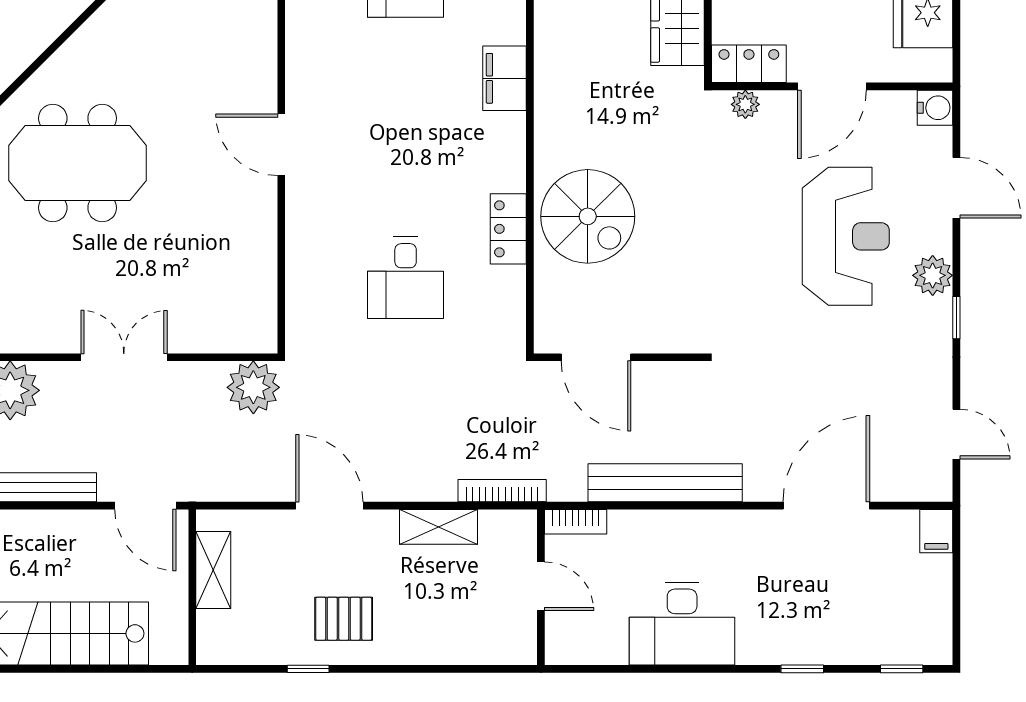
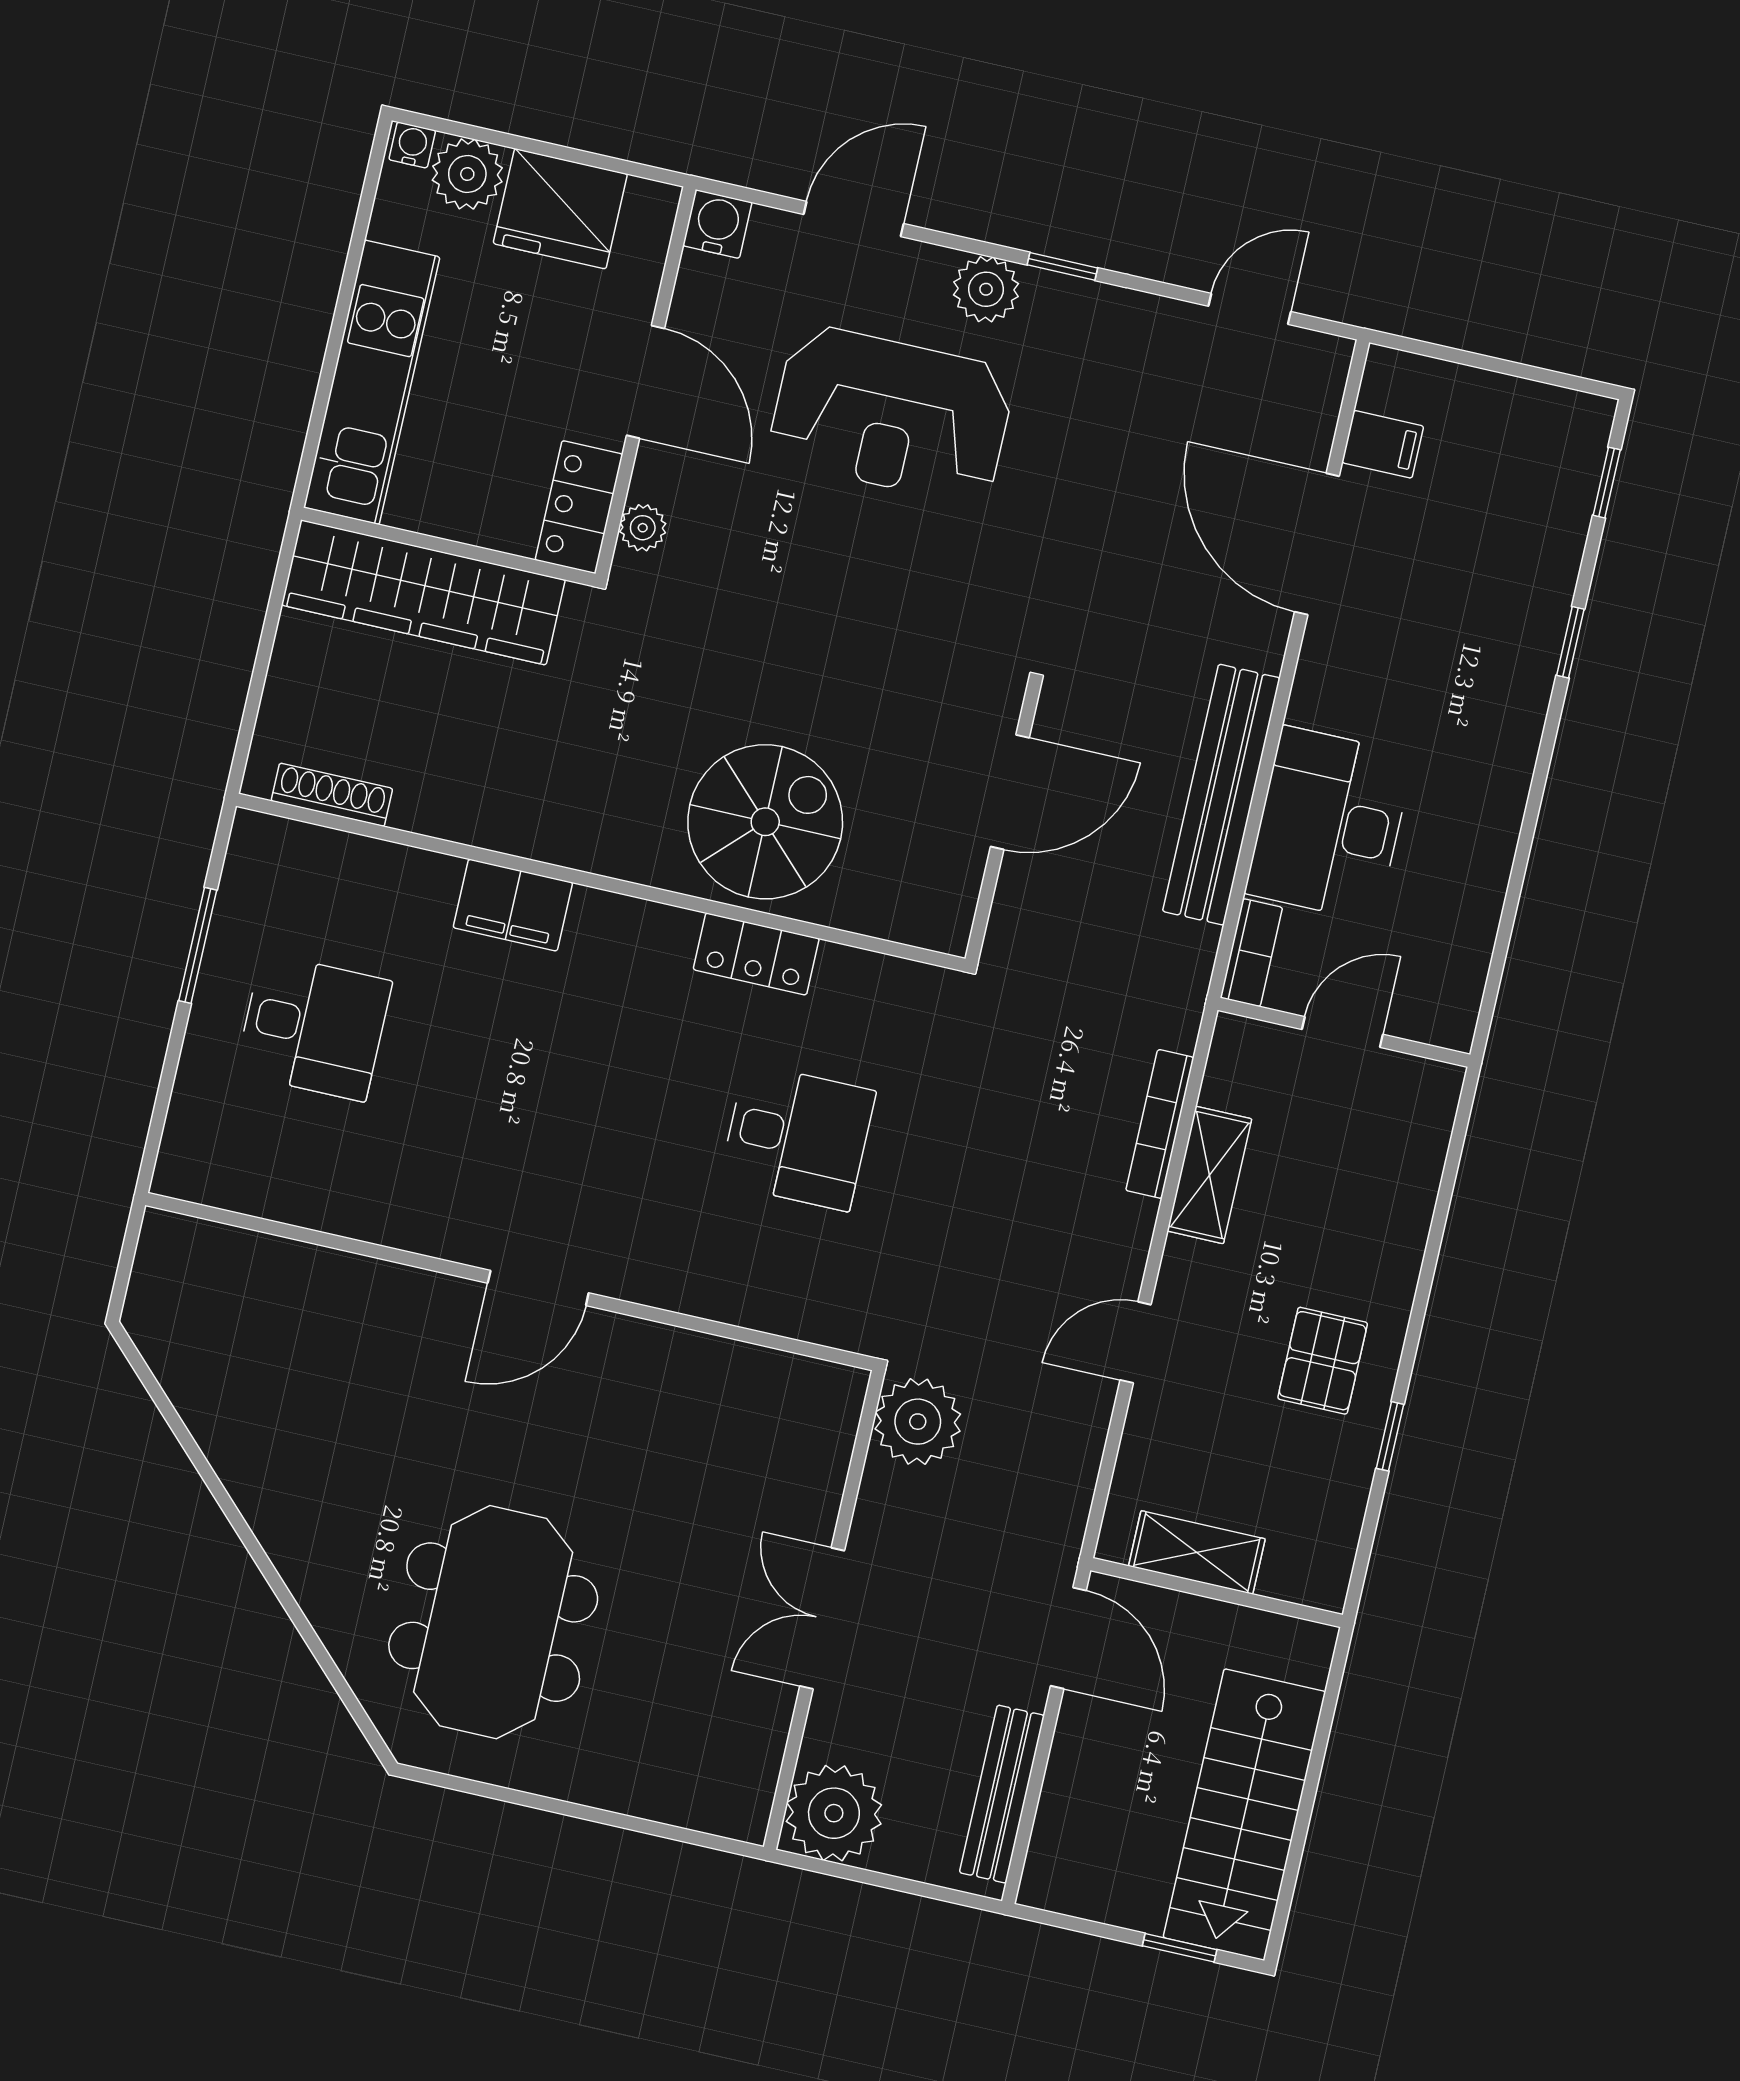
reception desk: (846, 236) -> (891, 415), turned 180
door: (596, 357) -> (1010, 792), moved
bookcase: (502, 491) -> (1160, 1124), moved
door: (145, 506) -> (1068, 1638), hinge flipped
door: (329, 506) -> (1136, 1342), width x0.73
filing cabinet: (936, 531) -> (1383, 444), moved
desk: (682, 624) -> (1329, 824), moved, turned 180

